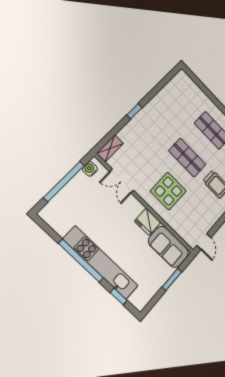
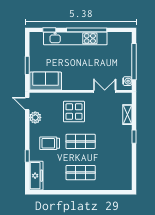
shelving: (110, 148) -> (127, 115), moved
plant: (208, 221) -> (35, 117), added
fridge: (148, 222) -> (70, 83), removed

